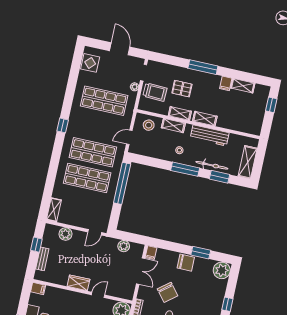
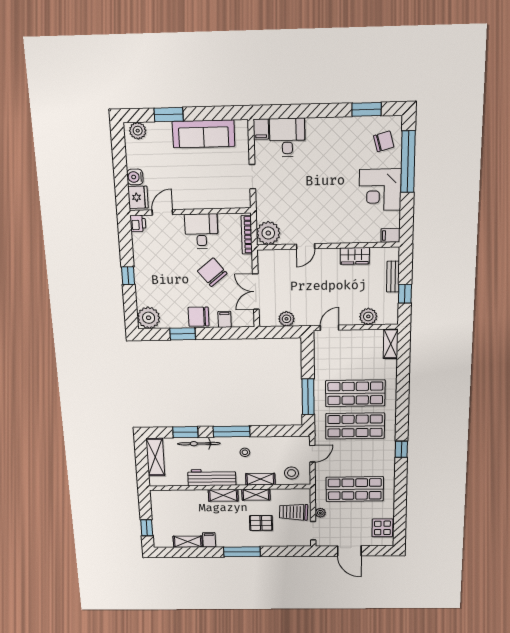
window: (122, 183) -> (308, 397), width x0.68
filing cabinet: (151, 253) -> (225, 319), moved
wardrobe: (78, 283) -> (355, 256), moved

